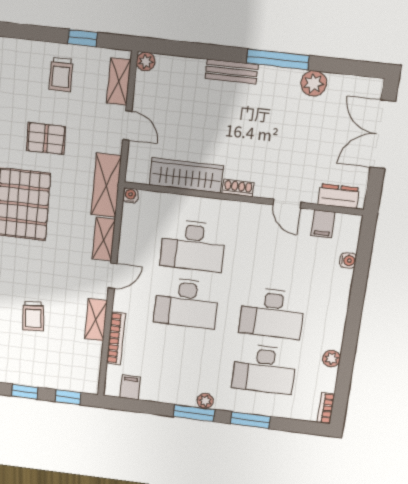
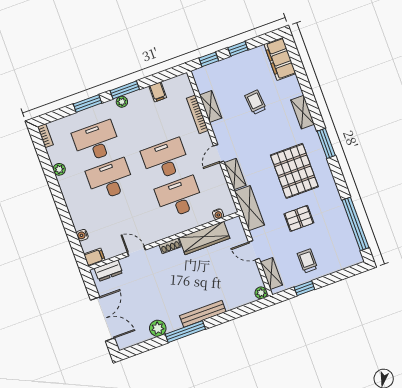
bench: (232, 71) -> (203, 314), width x1.36
water cooler: (130, 195) -> (218, 214), moved
filing cabinet: (323, 224) -> (94, 257), moved, turned 90
shelving: (96, 320) -> (211, 107), moved
filing cabinet: (130, 387) -> (158, 92), moved

